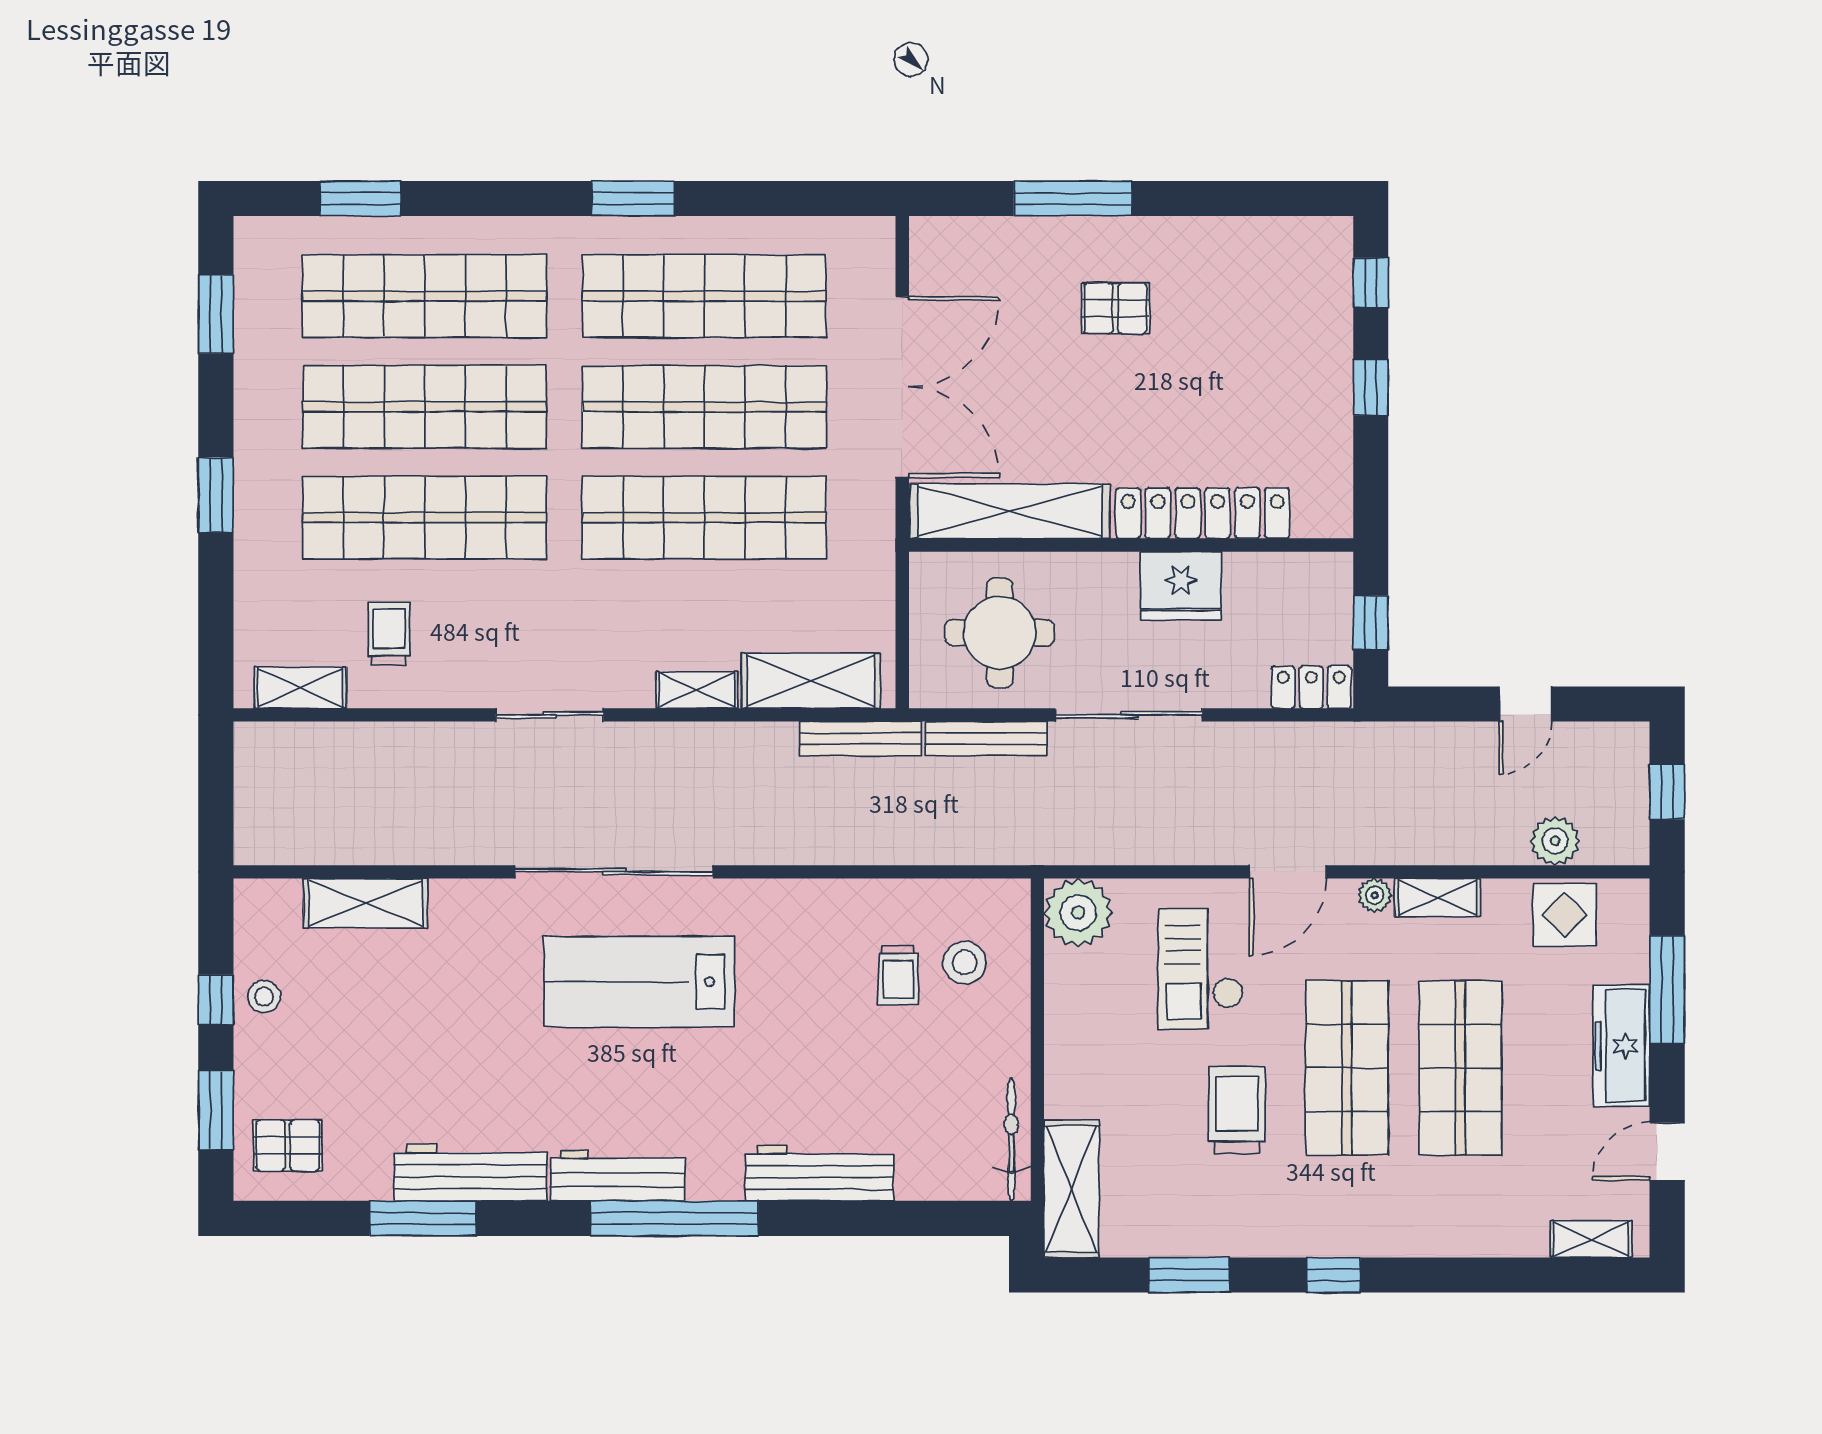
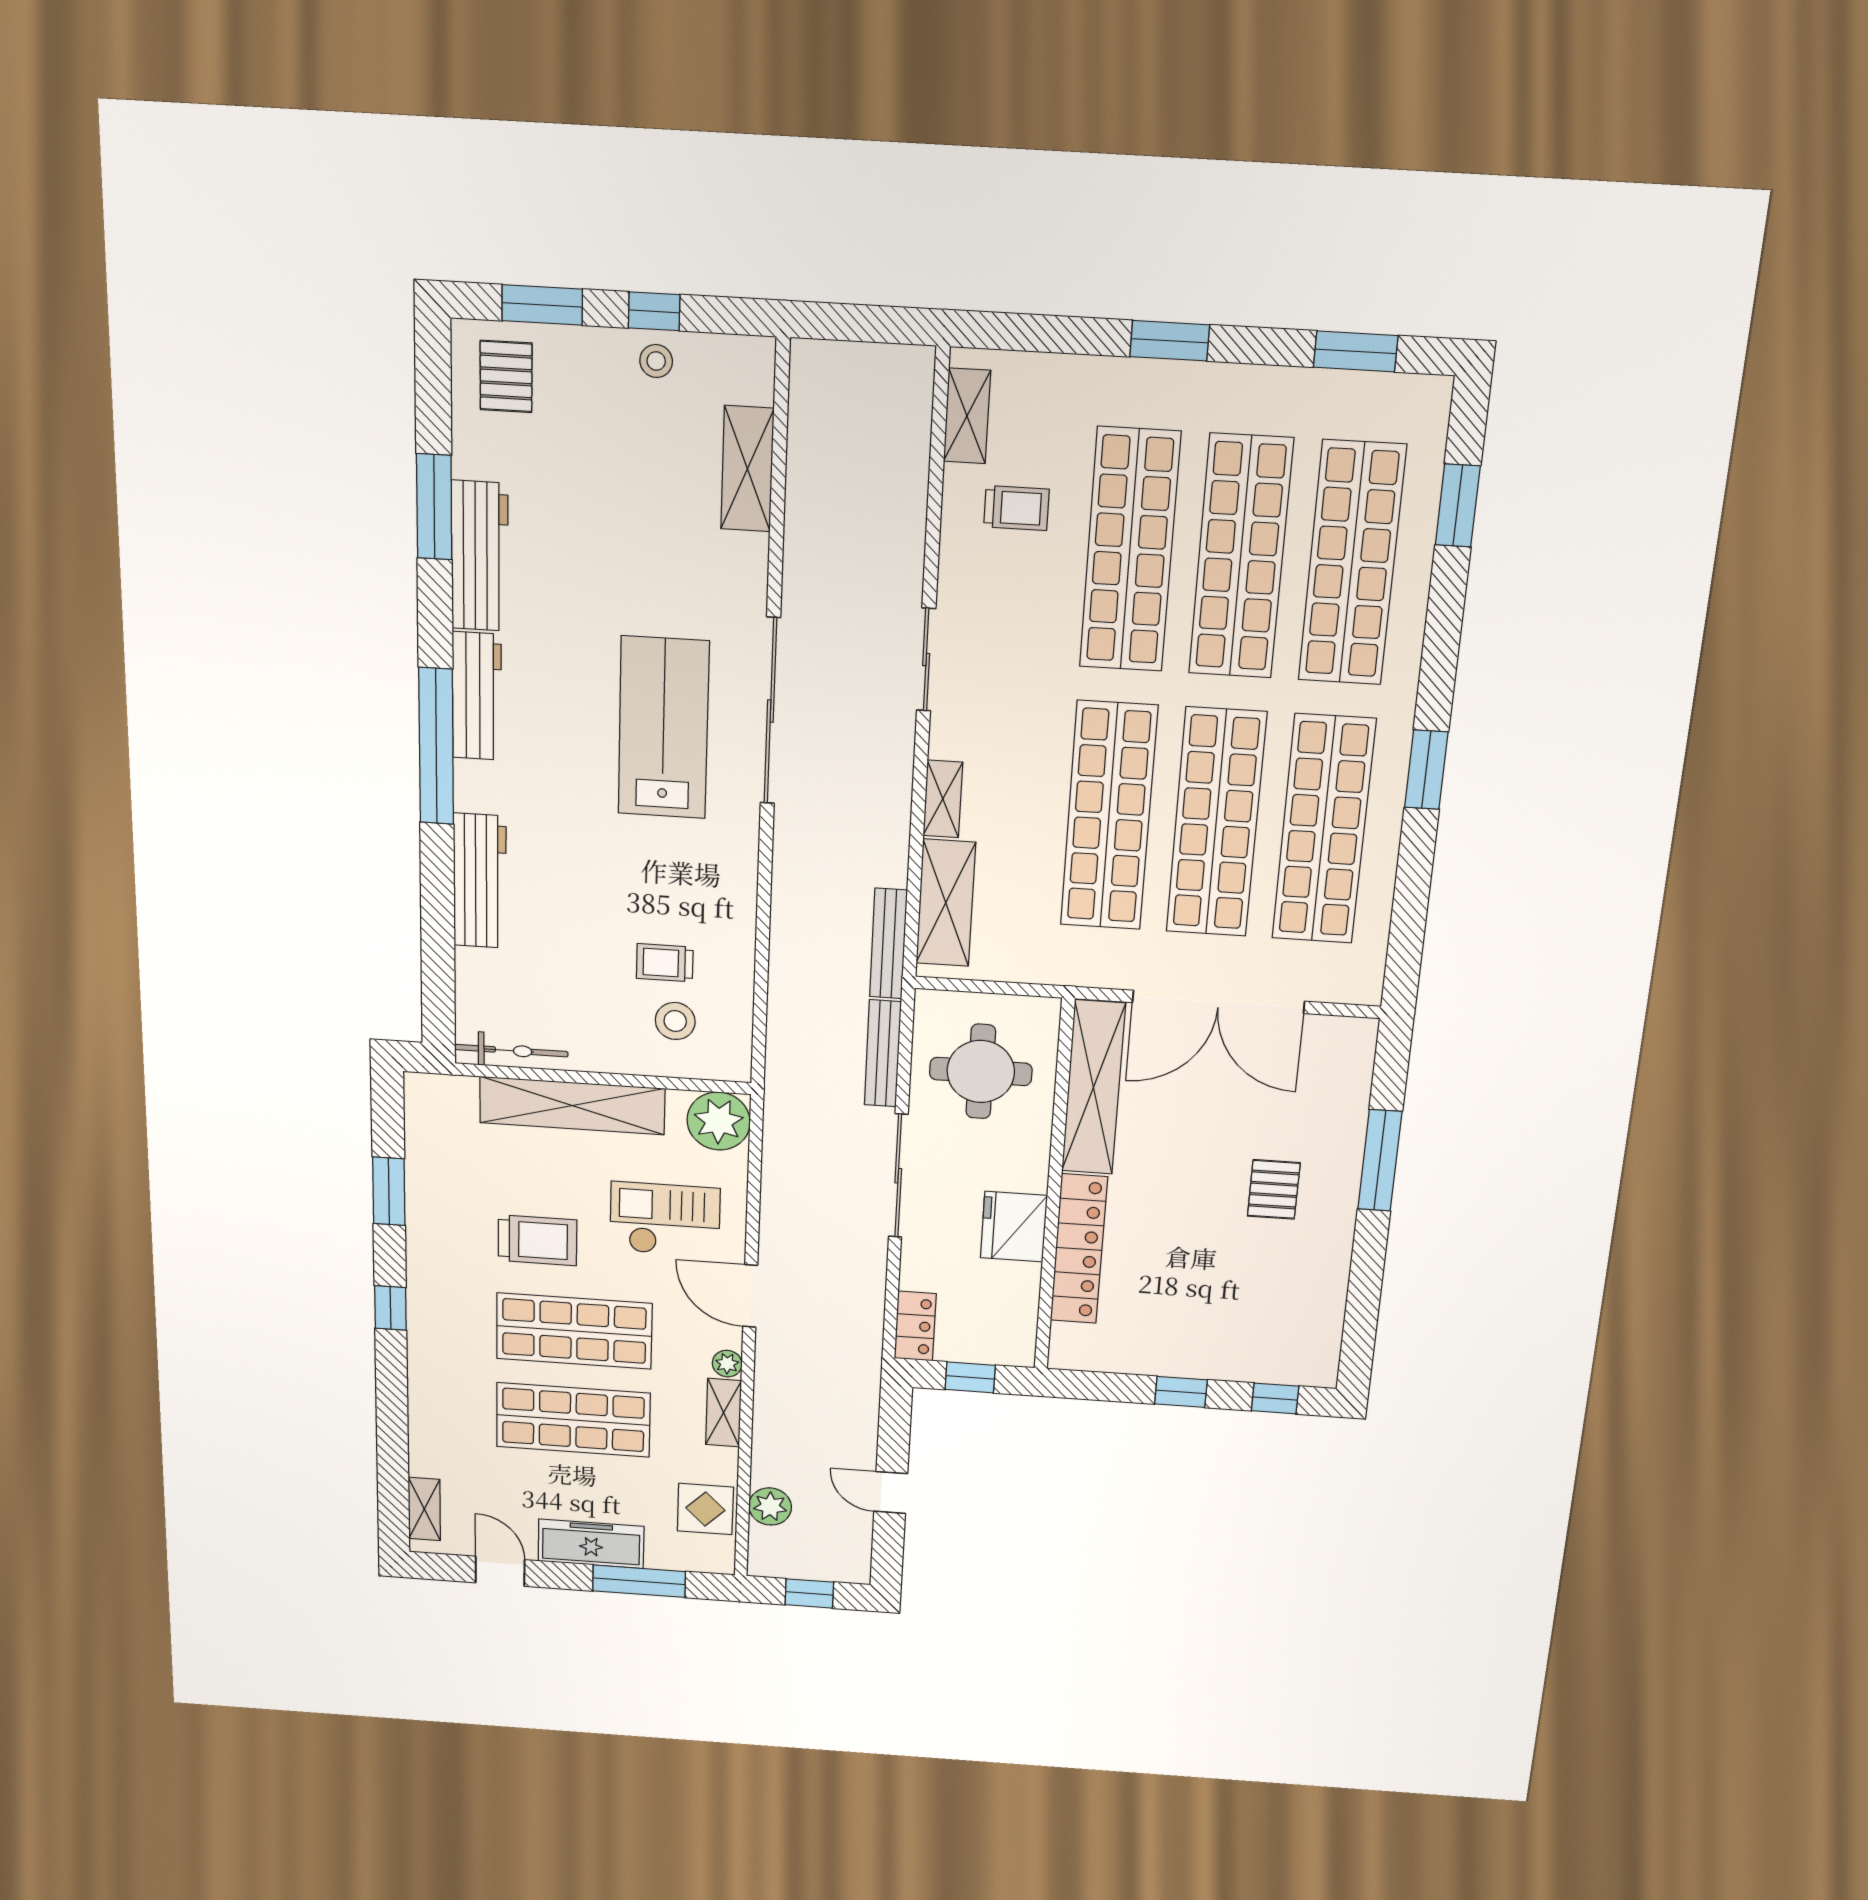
shelving: (1071, 1189) -> (572, 1106), moved, width x1.47

